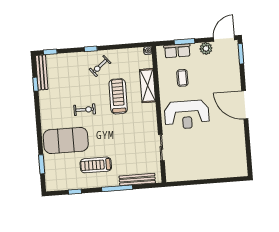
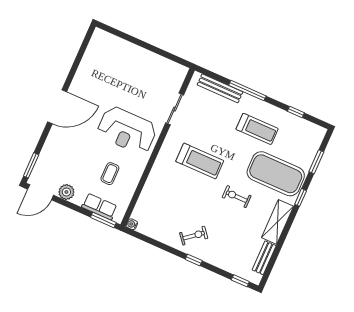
window: (184, 42) -> (103, 220), moved
bench: (42, 72) -> (264, 258), width x0.73
window: (35, 84) -> (301, 197), moved
shelving: (148, 86) -> (277, 222), moved
treadmill: (118, 96) -> (200, 161), moved, turned -90
door: (245, 105) -> (57, 107), hinge flipped
reception desk: (187, 115) -> (127, 130), turned 180

